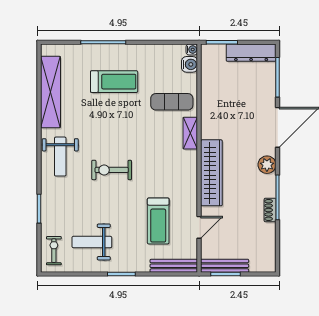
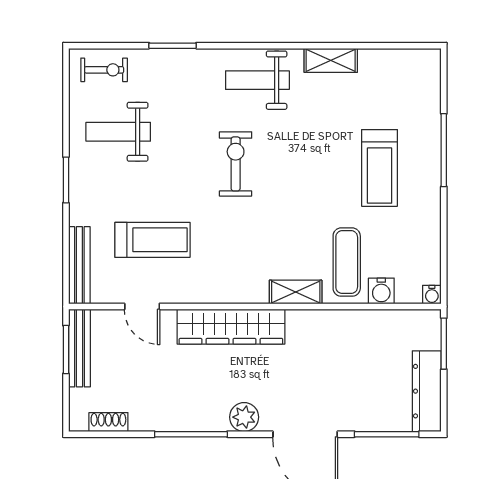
water cooler: (190, 64) -> (381, 291), moved
shelving: (50, 92) -> (331, 60), width x0.45, depth x0.75
shoe rack: (270, 210) -> (108, 422), moved
treadmill: (158, 221) -> (152, 240), turned 180
weight bench: (92, 242) -> (118, 132), turned -90

